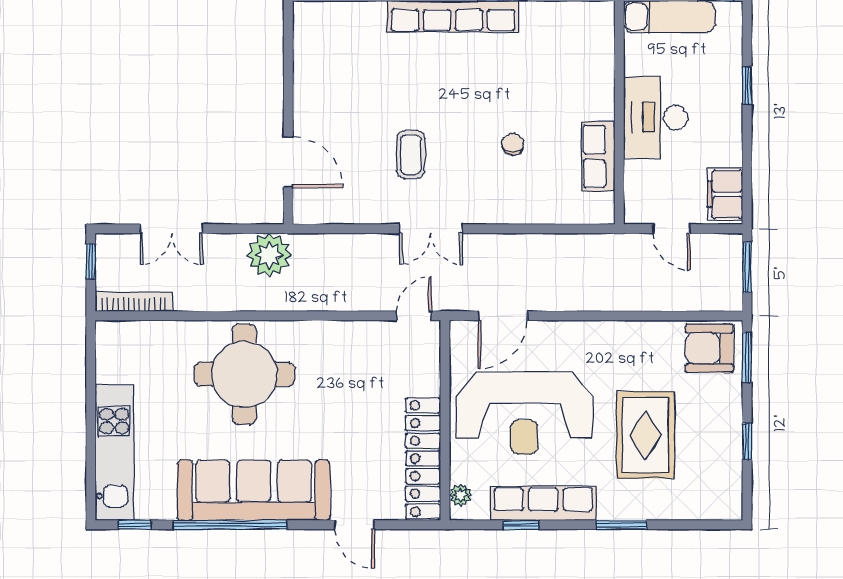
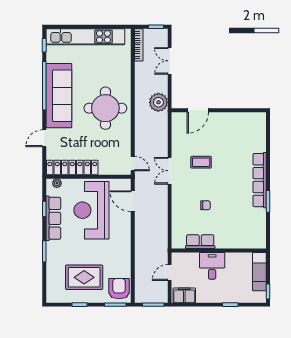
desk: (656, 117) -> (212, 266), width x0.73
round table: (244, 374) -> (105, 108), moved
rug: (645, 435) -> (84, 277), moved
kitchen unit: (114, 452) -> (85, 37), width x1.36

